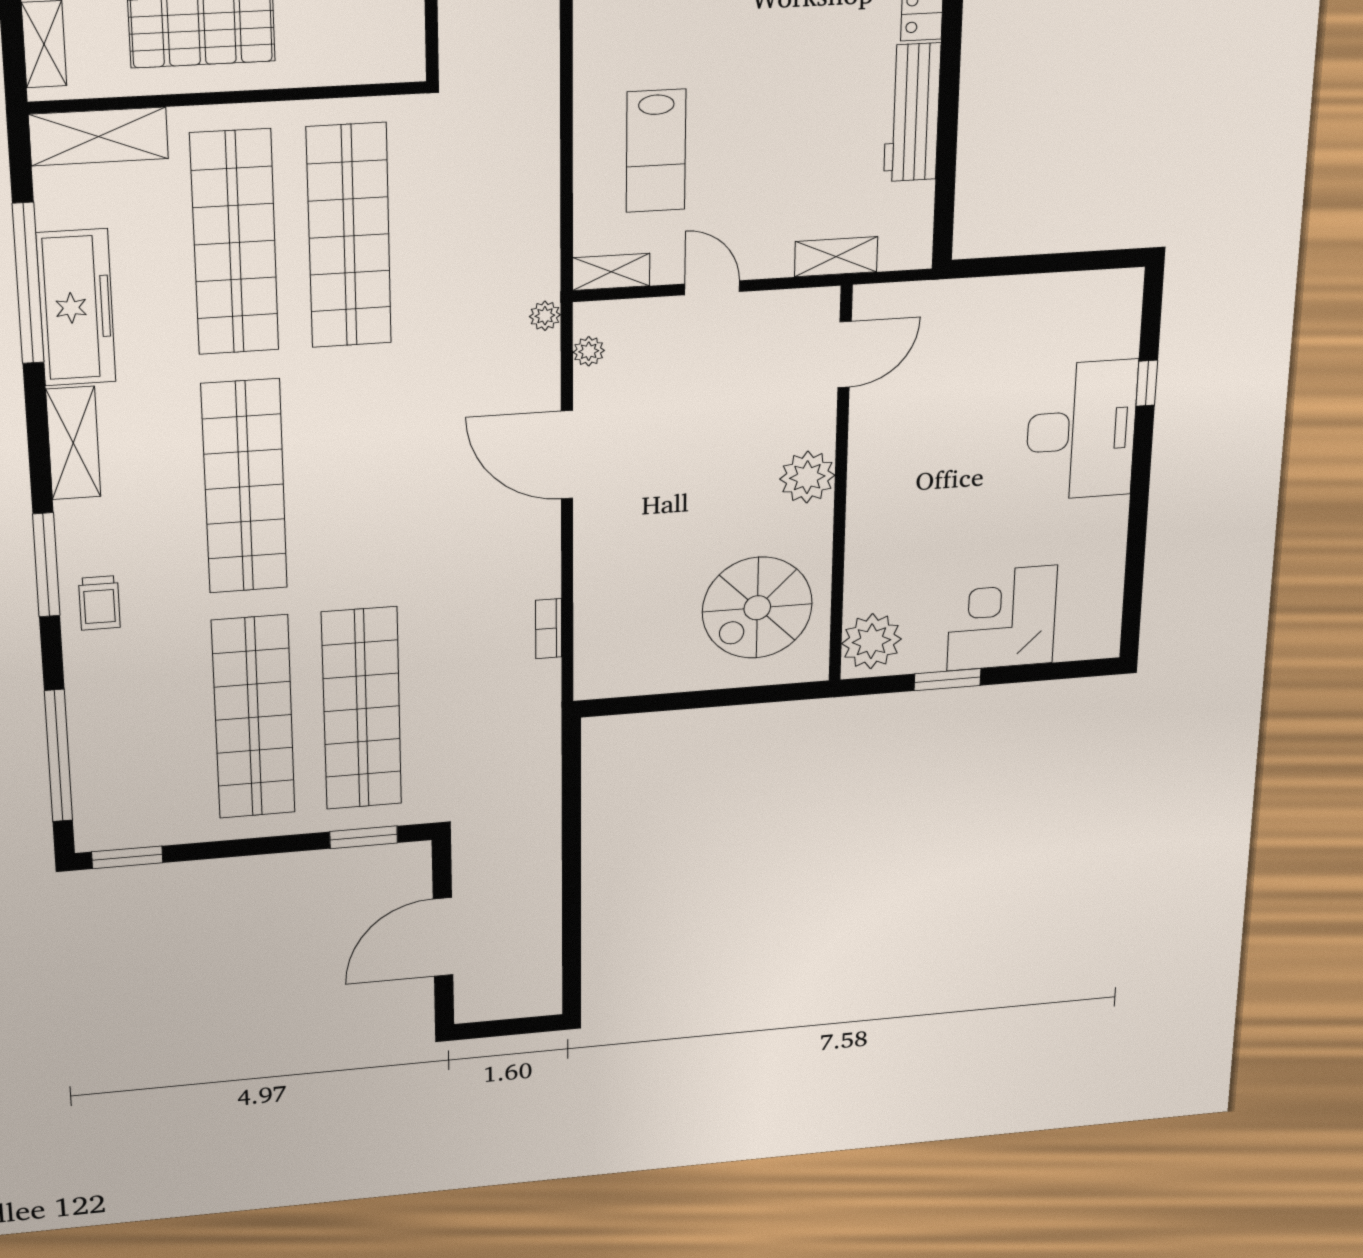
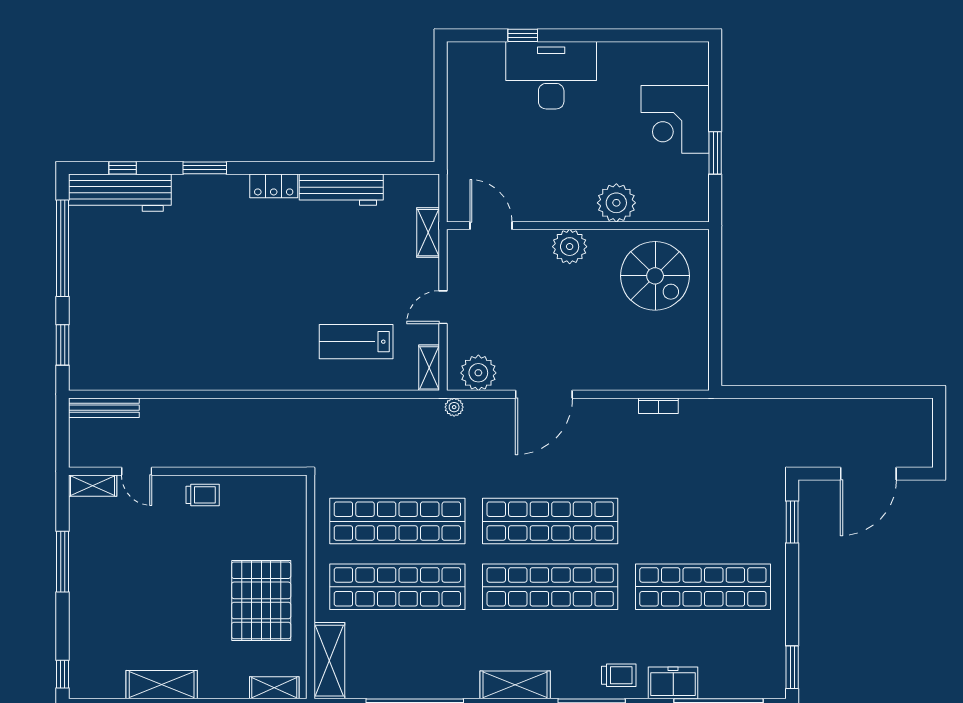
lab bench: (656, 151) -> (356, 342), turned 180
freezer: (76, 308) -> (673, 683), moved, width x0.52, depth x0.79
plant: (589, 351) -> (478, 373), width x1.87, depth x1.87
plant: (872, 641) -> (616, 203), moved
shop shelf: (362, 709) -> (550, 521), moved
door: (443, 937) -> (868, 474), hinge flipped

